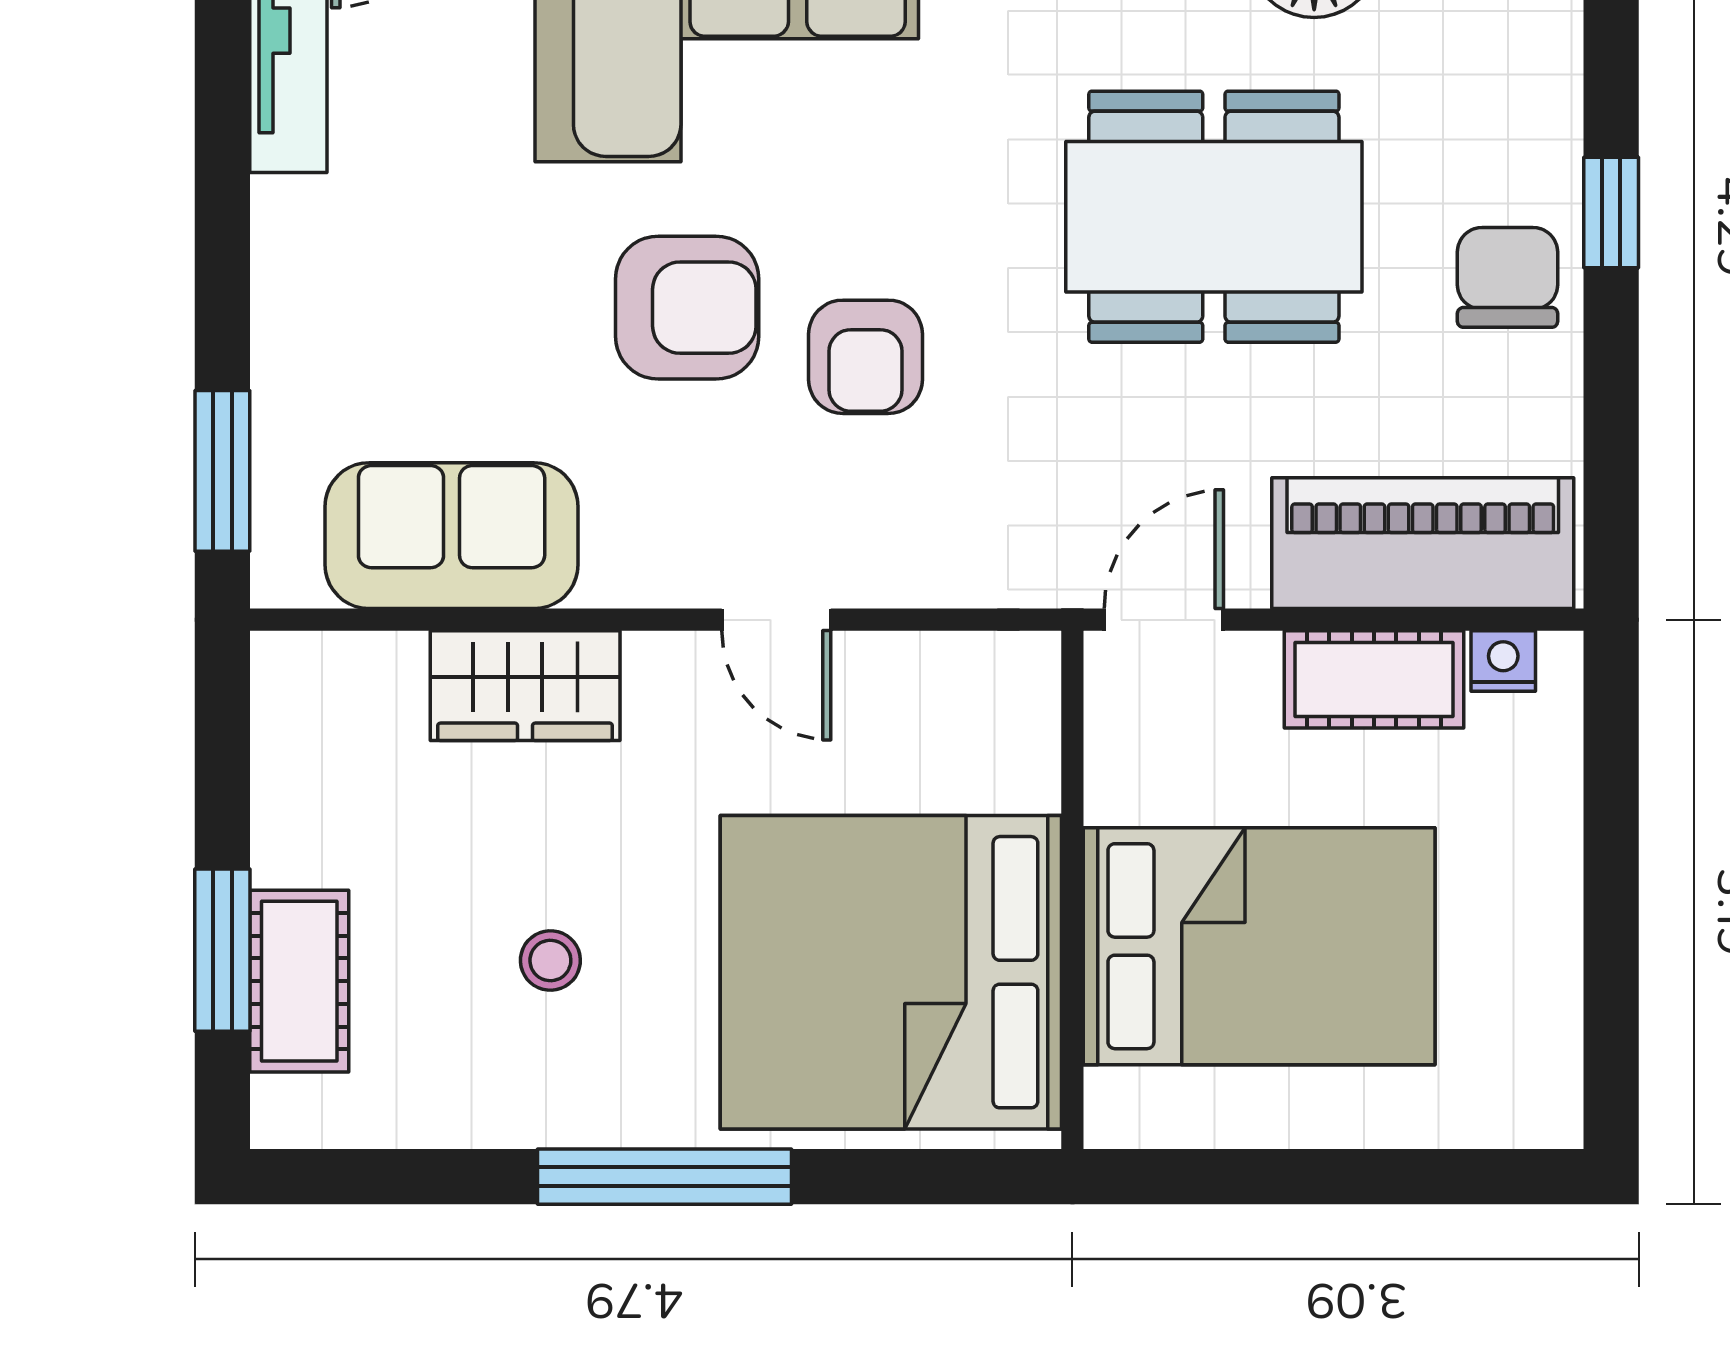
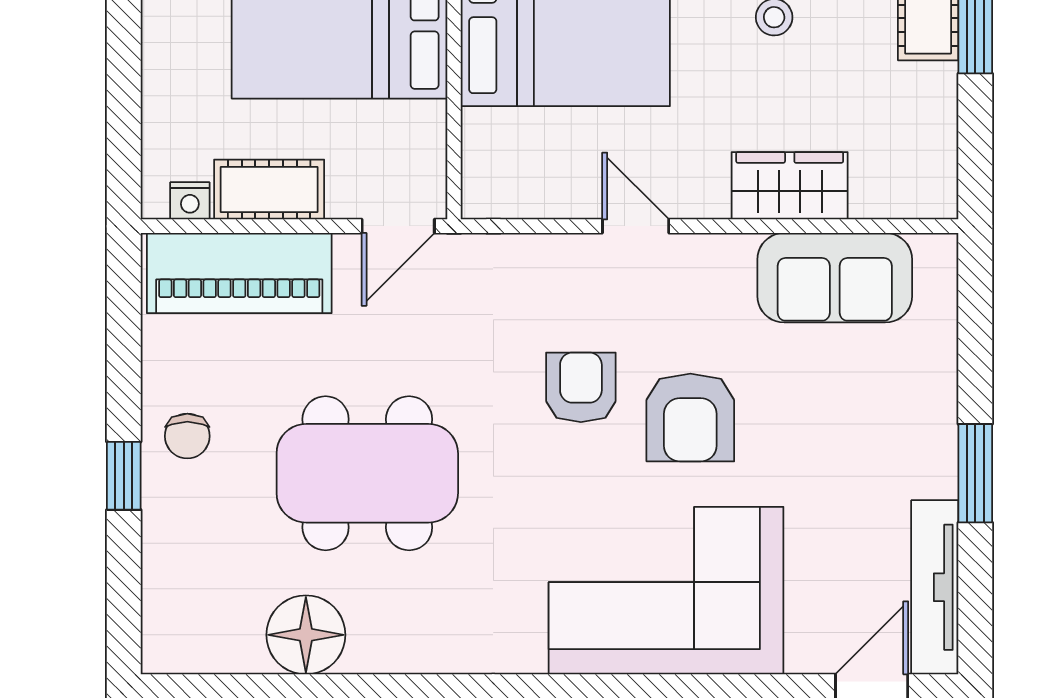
chair: (1508, 277) -> (187, 436), width x0.73, depth x0.73
armchair: (687, 308) -> (690, 417), turned -90
window: (222, 471) -> (975, 473), moved

